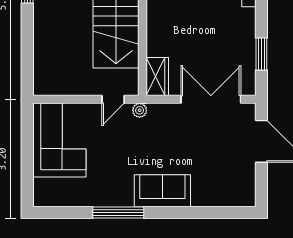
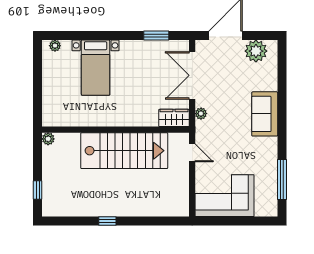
plant: (140, 110) -> (201, 114), moved
plant: (242, 180) -> (256, 51), added
window: (118, 213) -> (282, 180), moved

